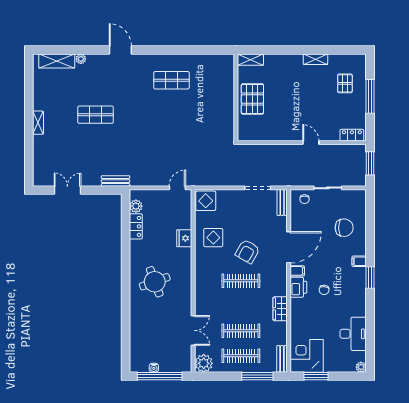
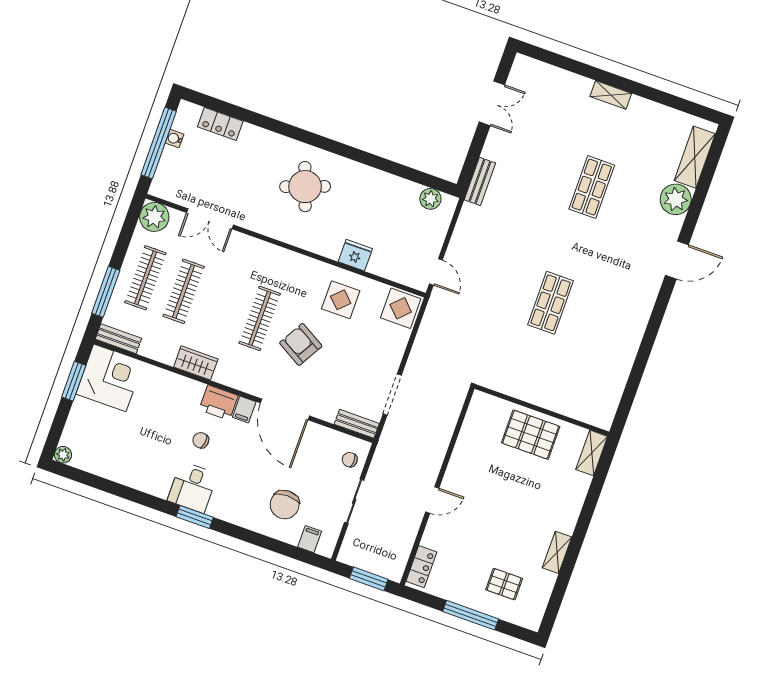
plant: (81, 59) -> (676, 199), width x1.88, depth x1.88
shop shelf: (171, 80) -> (551, 303), moved
locker: (136, 226) -> (220, 124), moved
filing cabinet: (359, 261) -> (310, 539), moved
desk: (353, 334) -> (192, 487), moved, width x0.73

